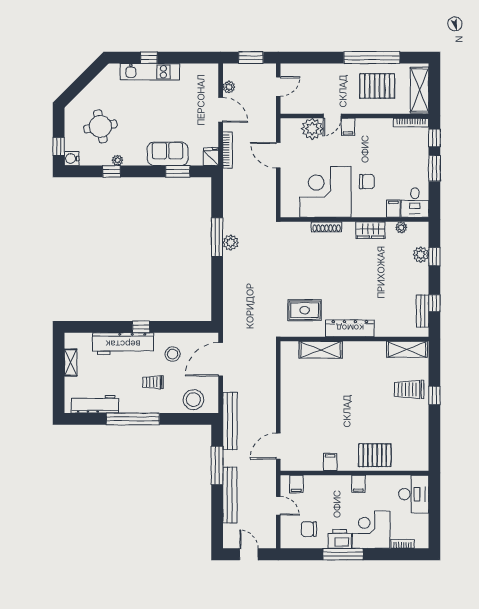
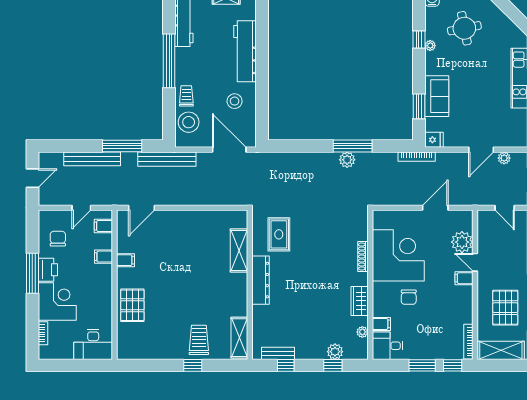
bookcase: (228, 150) -> (417, 157), moved
window: (141, 327) -> (262, 69), removed
trolley: (153, 382) -> (186, 96), moved
door: (278, 446) -> (142, 208), swing flipped
filing cabinet: (358, 484) -> (103, 257), moved

